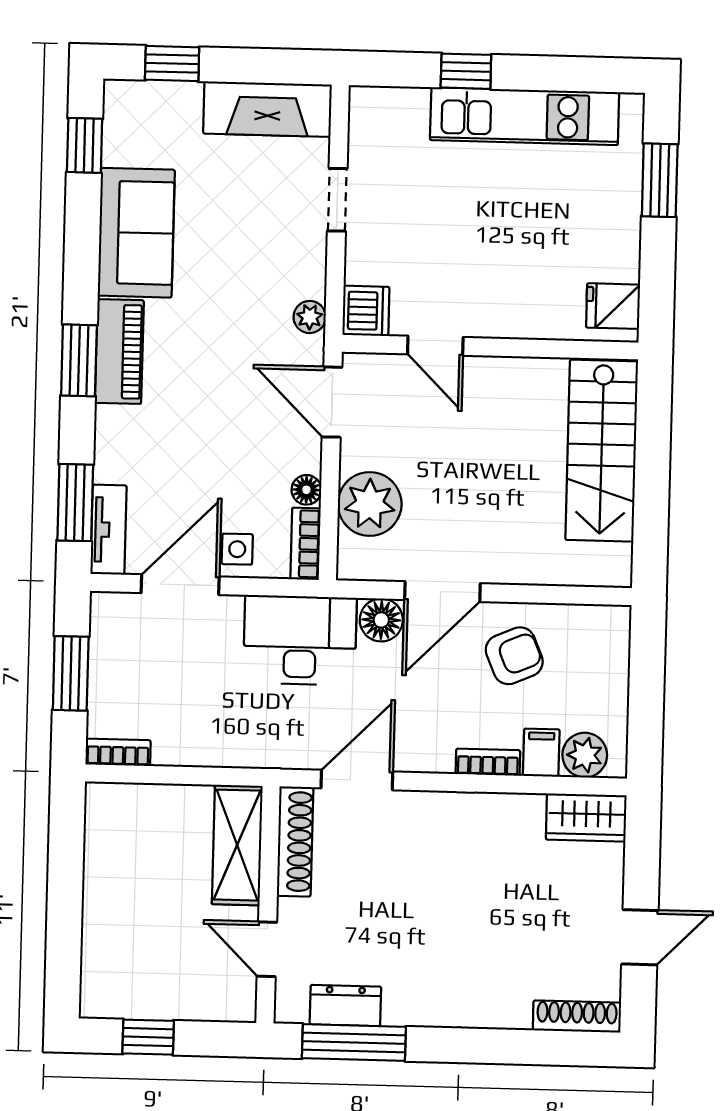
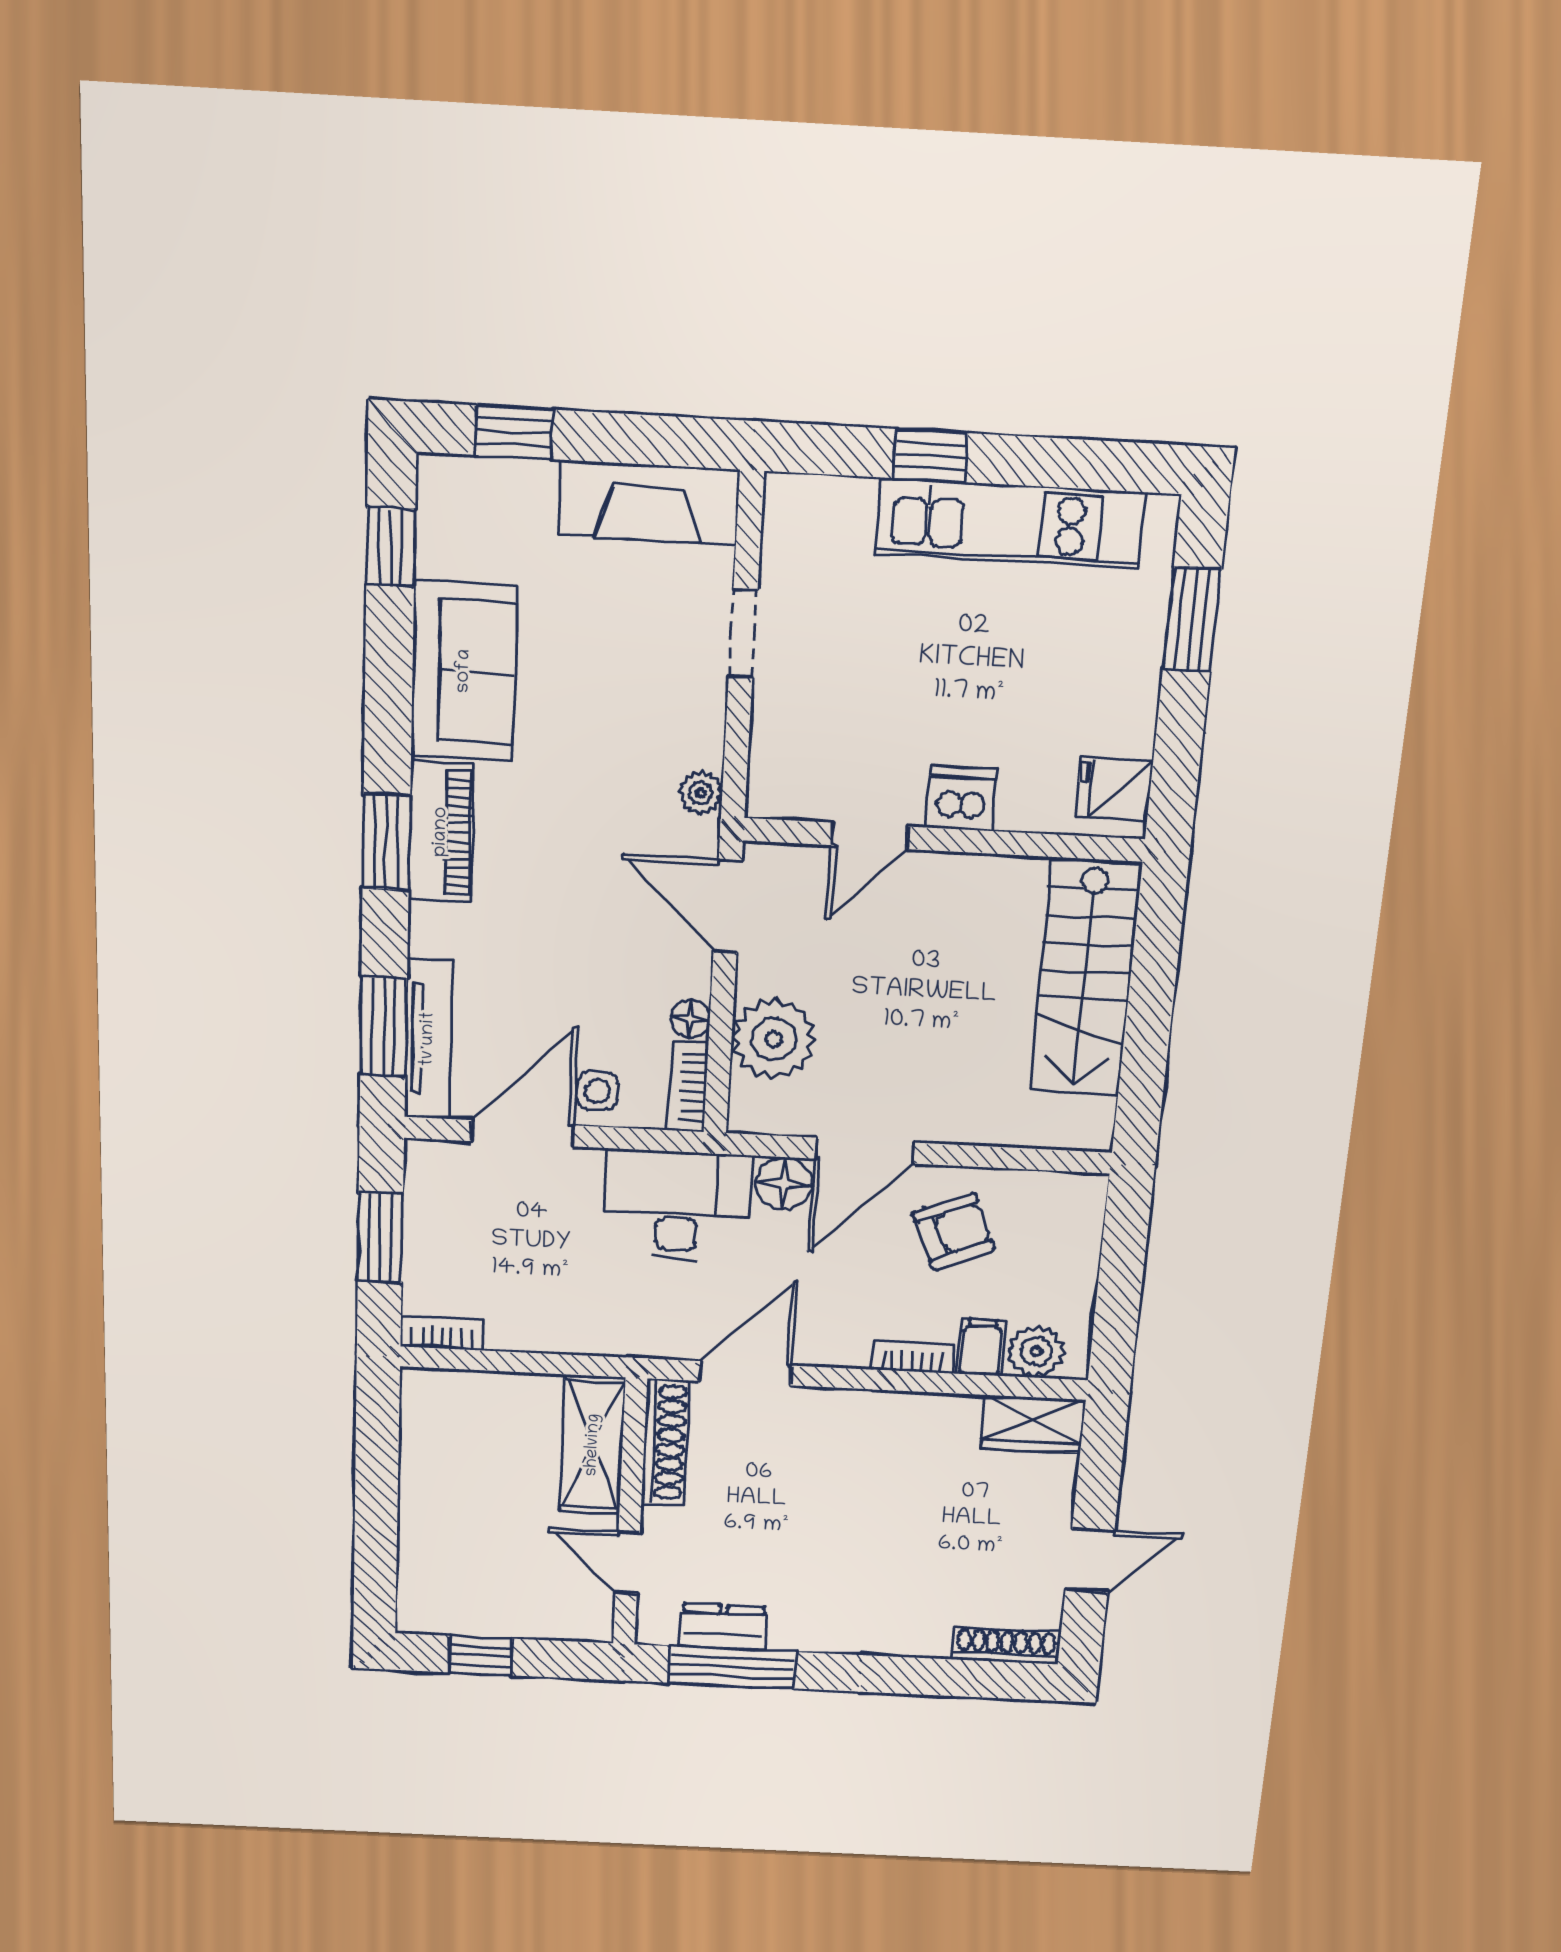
dishwasher: (366, 311) -> (962, 799), moved, turned -90
door: (435, 346) -> (870, 836), hinge flipped
tv unit: (108, 530) -> (428, 1039), width x1.41

